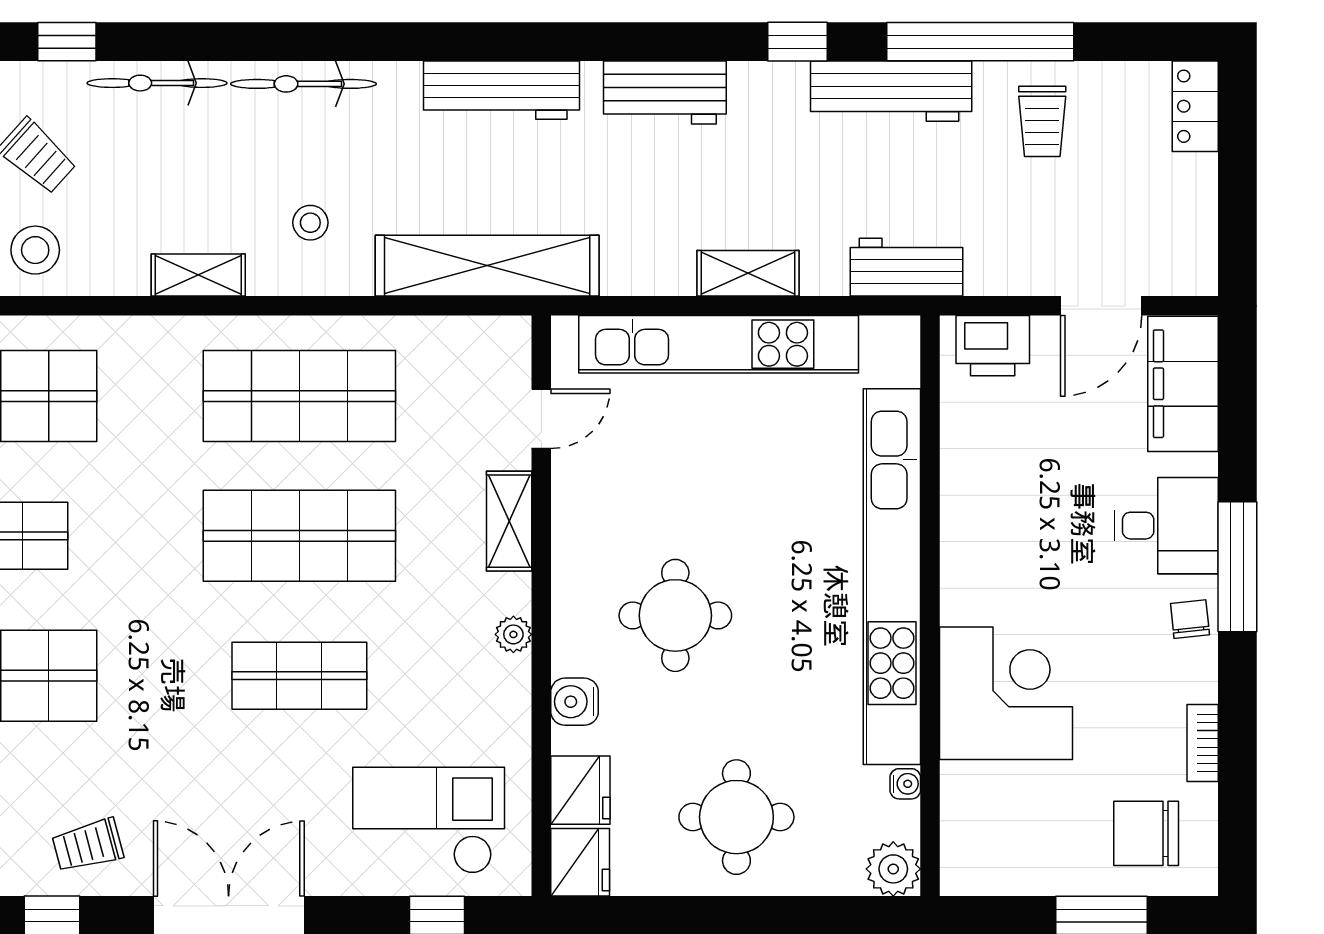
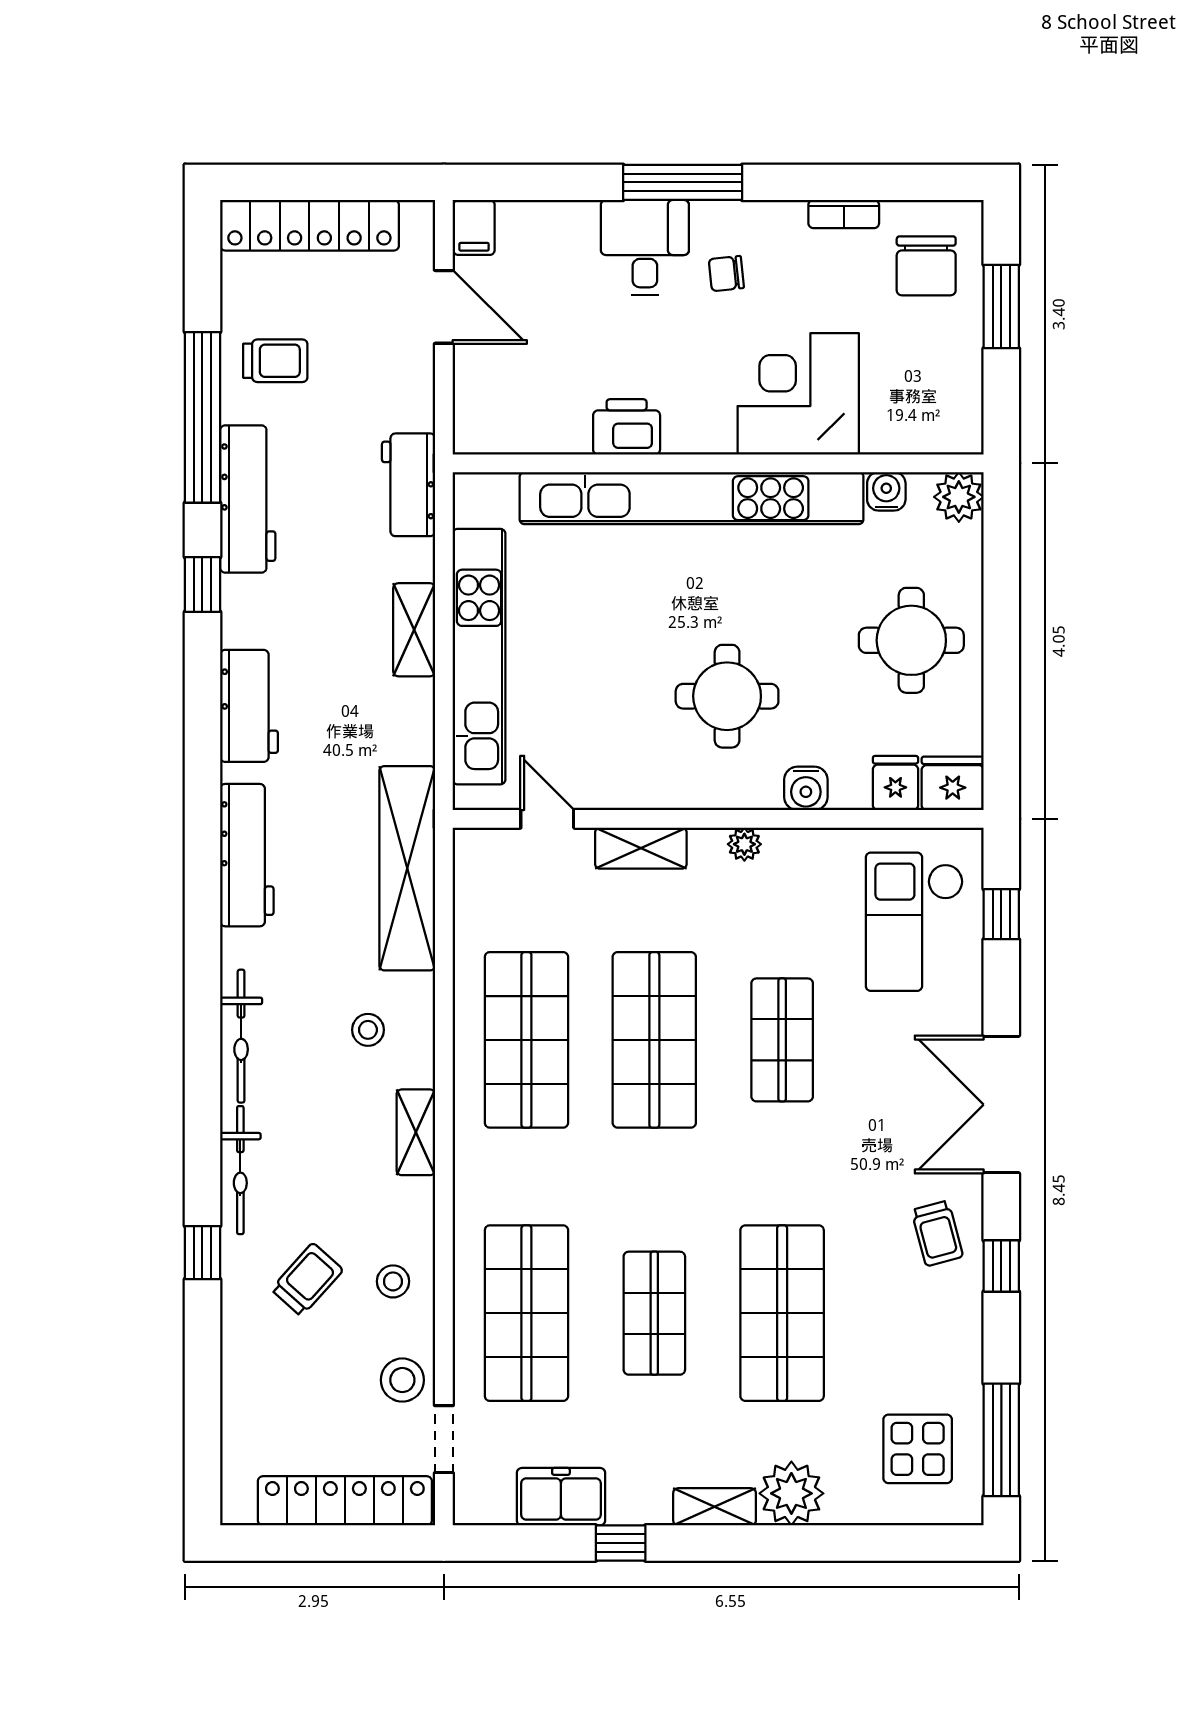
locker: (1195, 106) -> (309, 225), width x2.16, depth x1.21
stool: (35, 250) -> (393, 1281), width x0.73, depth x0.73
printer: (993, 346) -> (627, 427), moved, turned -90
filing cabinet: (1183, 384) -> (474, 227), width x0.33, depth x0.86
chair: (1190, 619) -> (726, 274), moved
water cooler: (905, 784) -> (886, 491), width x1.38, depth x1.38
fridge: (580, 790) -> (895, 783), width x0.72

